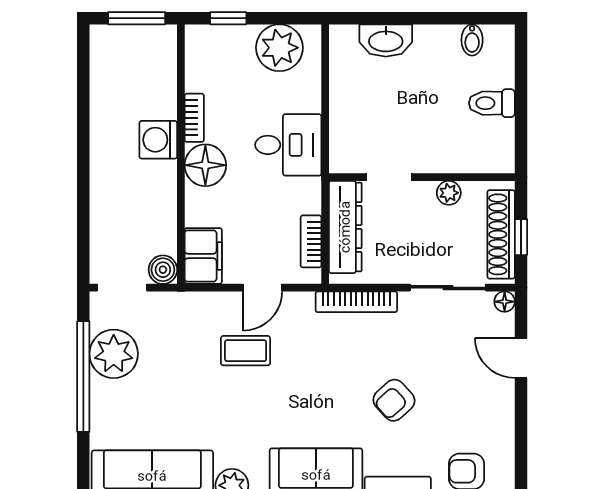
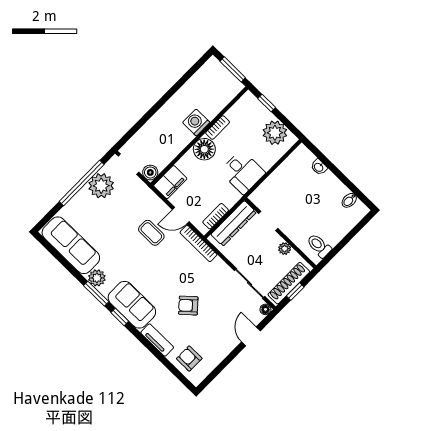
washbasin: (386, 40) -> (319, 167), width x0.52, depth x0.69
toilet: (492, 103) -> (319, 246), moved
bookcase: (356, 302) -> (198, 243), moved

